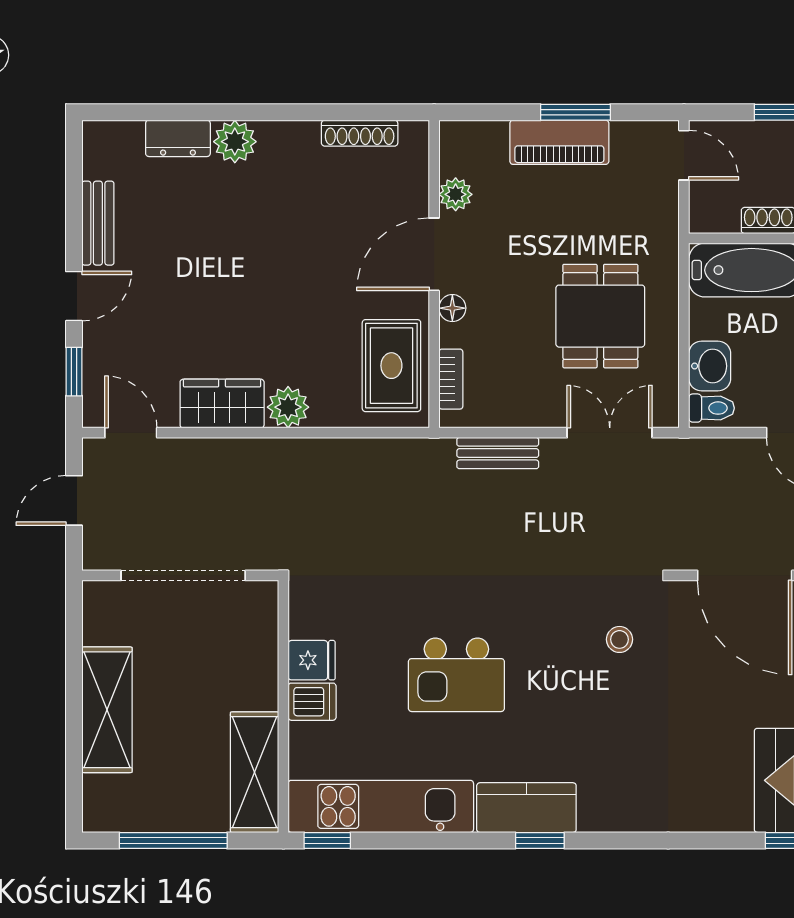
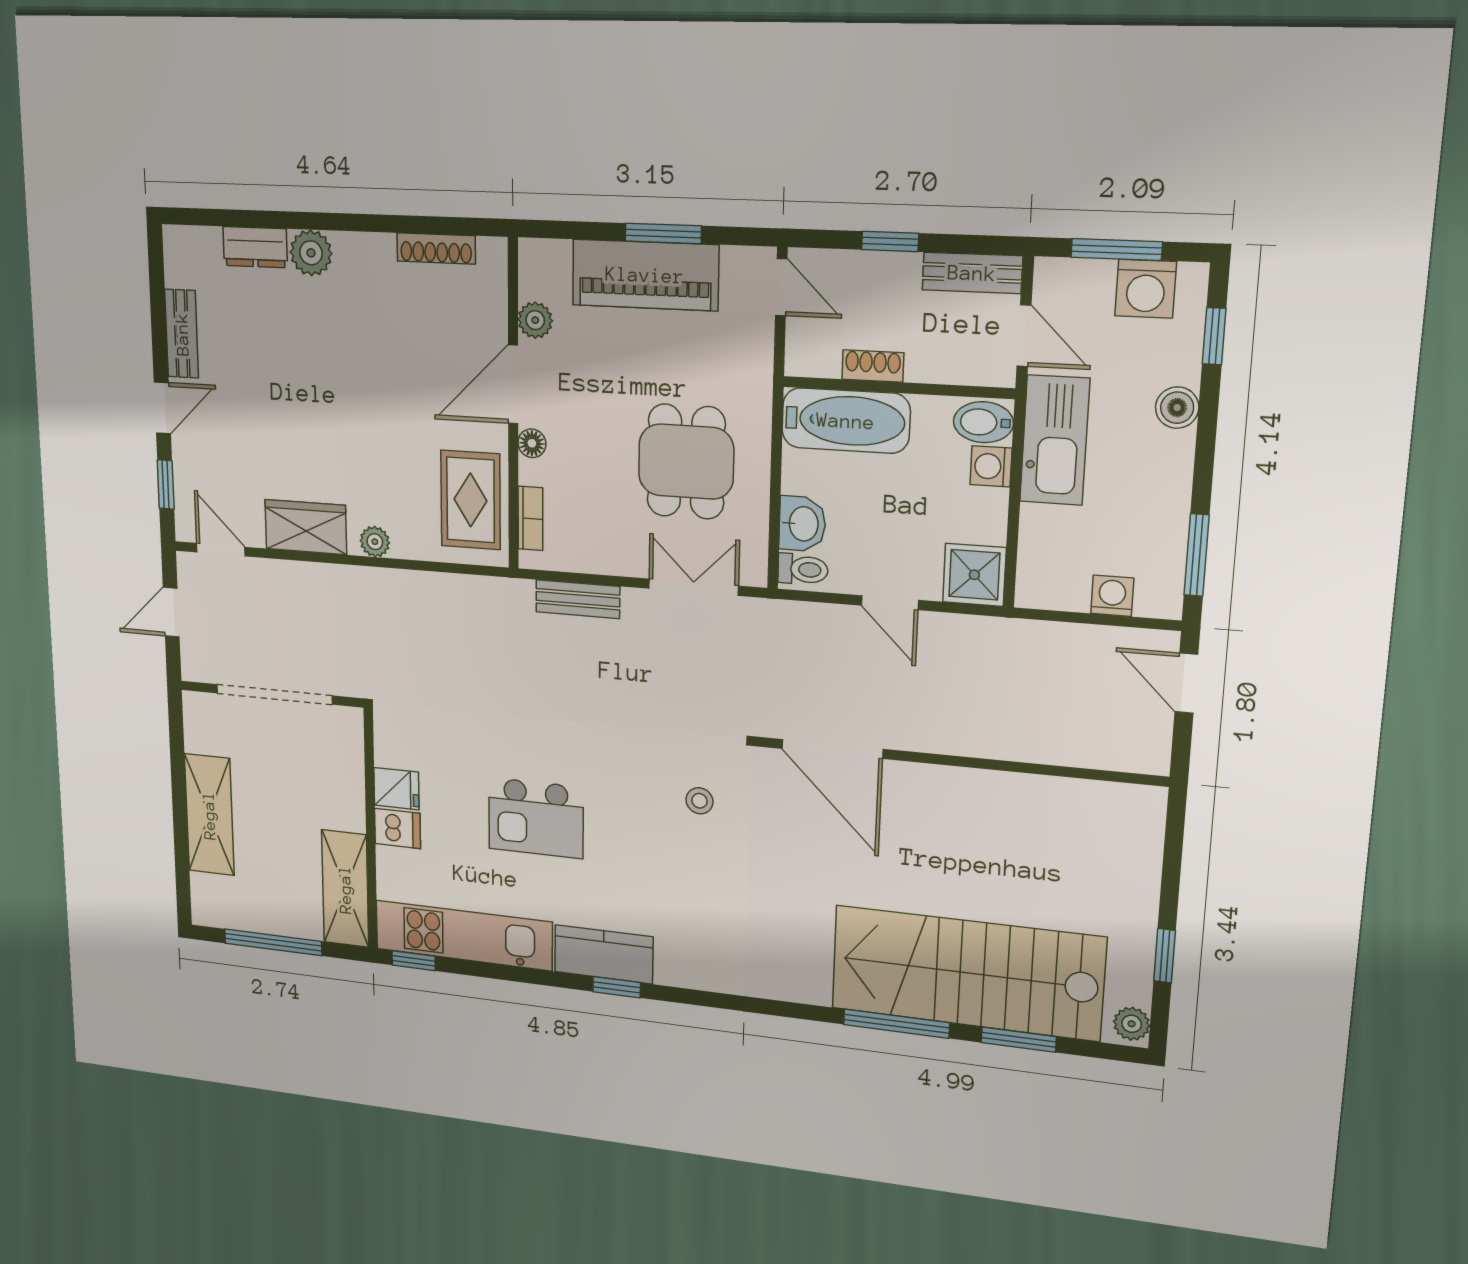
piano: (559, 142) -> (645, 275), width x1.37, depth x1.33
plant: (288, 407) -> (375, 542), width x0.73, depth x0.73

